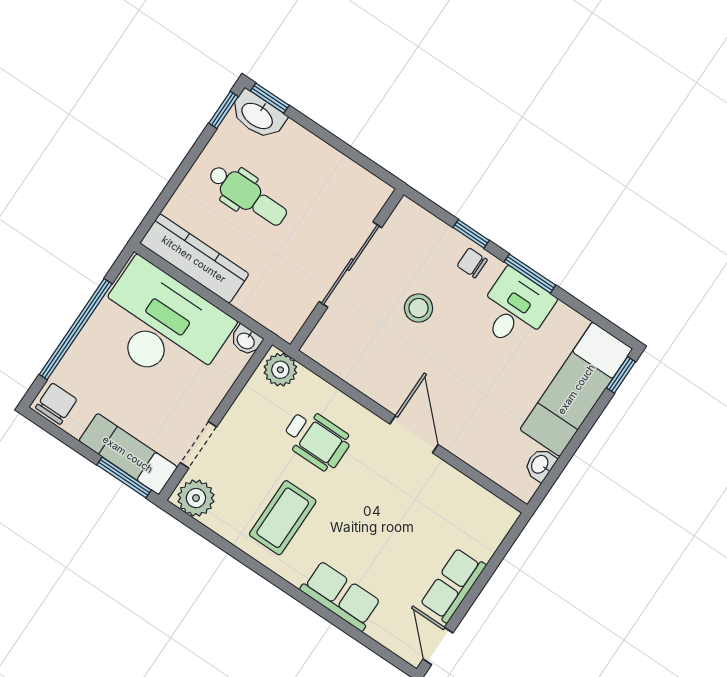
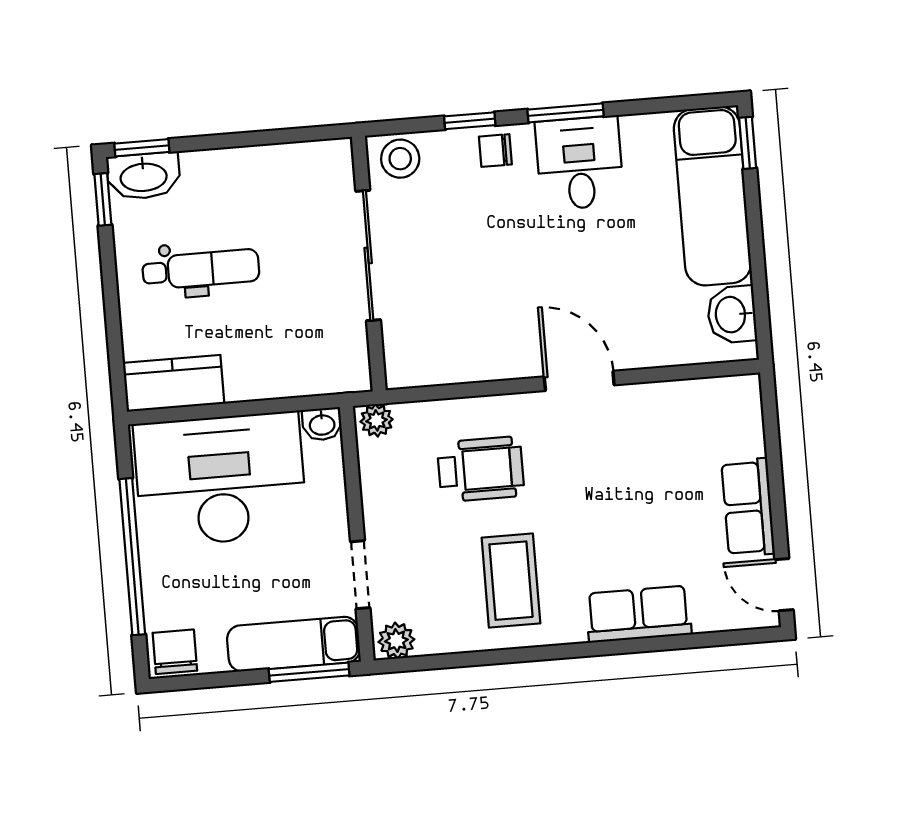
kitchen counter: (194, 259) -> (174, 383), width x0.67
stool: (419, 308) -> (400, 159), moved
plant: (280, 370) -> (377, 420), width x0.73, depth x0.73
washbasin: (540, 465) -> (732, 314), width x1.38, depth x1.45
plant: (196, 498) -> (396, 641), width x0.73, depth x0.73

